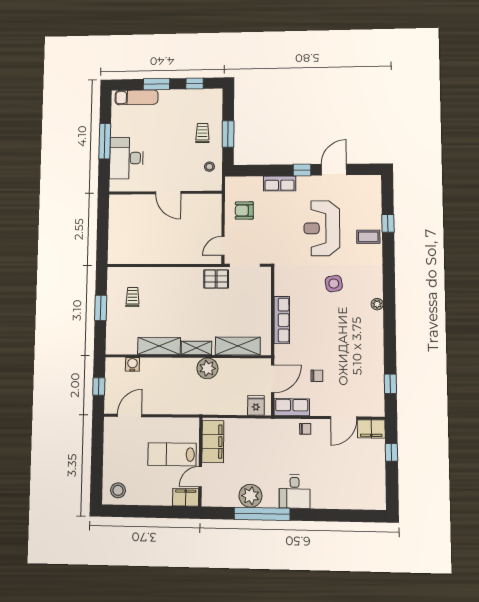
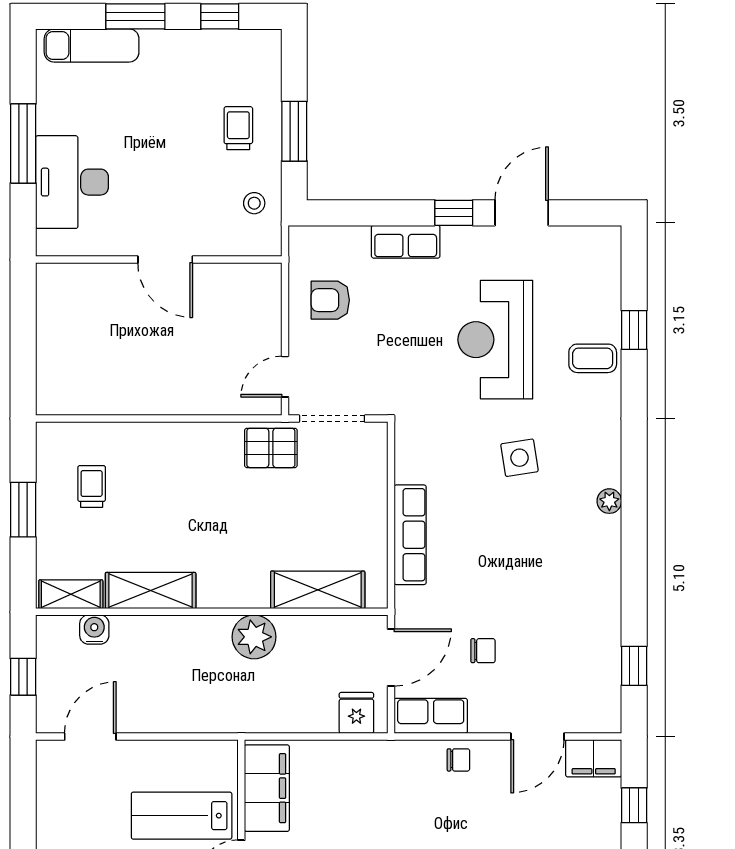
shelving: (196, 348) -> (71, 594), moved

